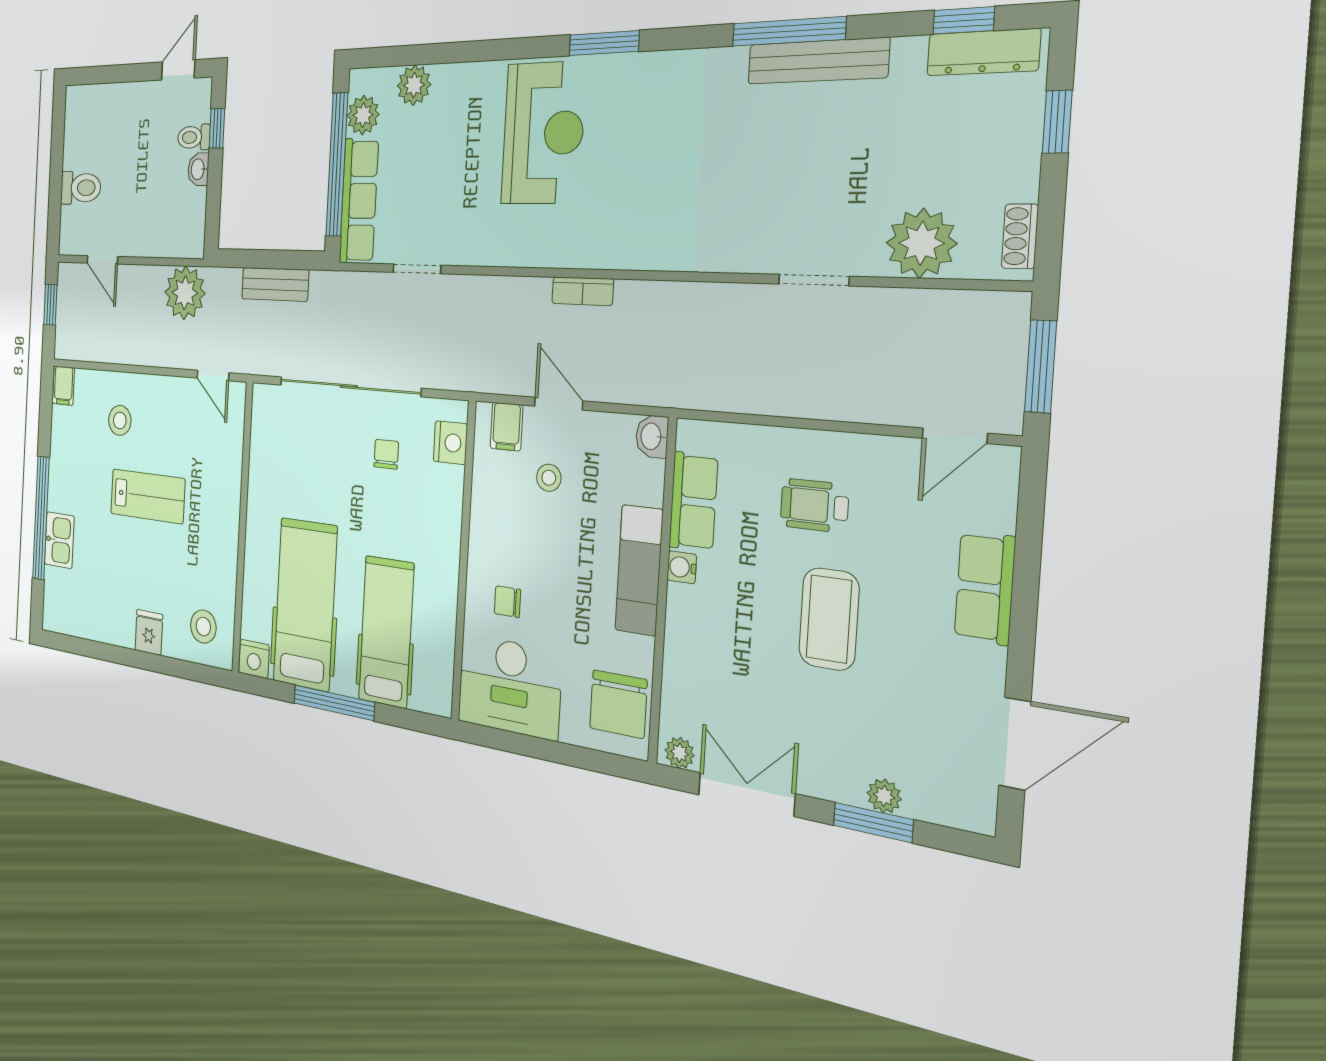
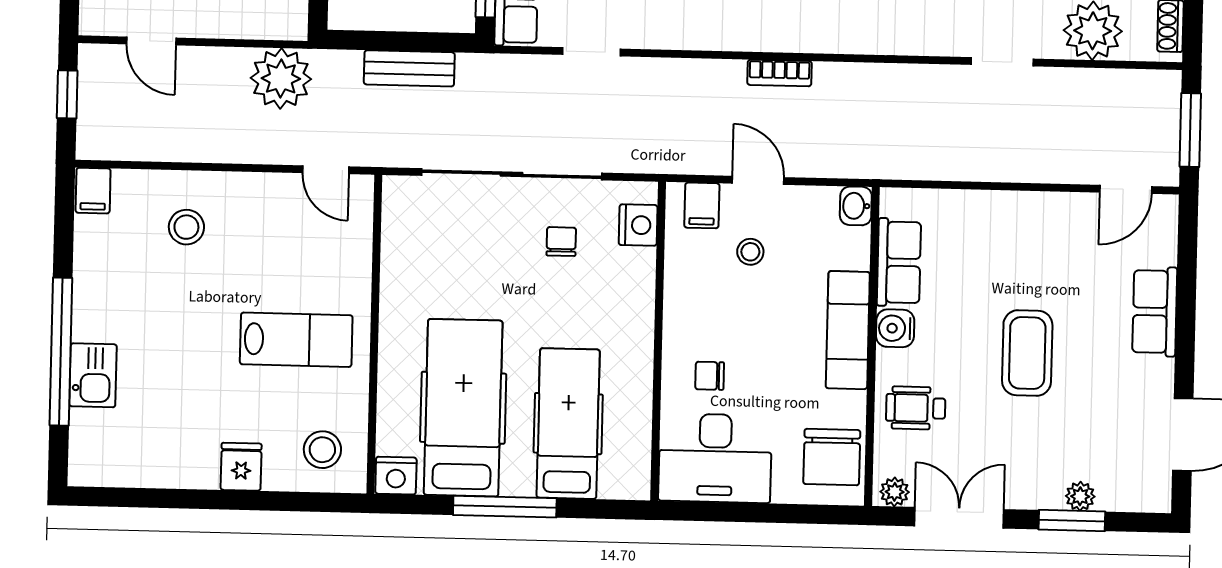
lab bench: (147, 496) -> (296, 340), moved
wheelchair: (814, 505) -> (916, 408), moved
water cooler: (682, 567) -> (895, 328), width x1.38, depth x1.38

